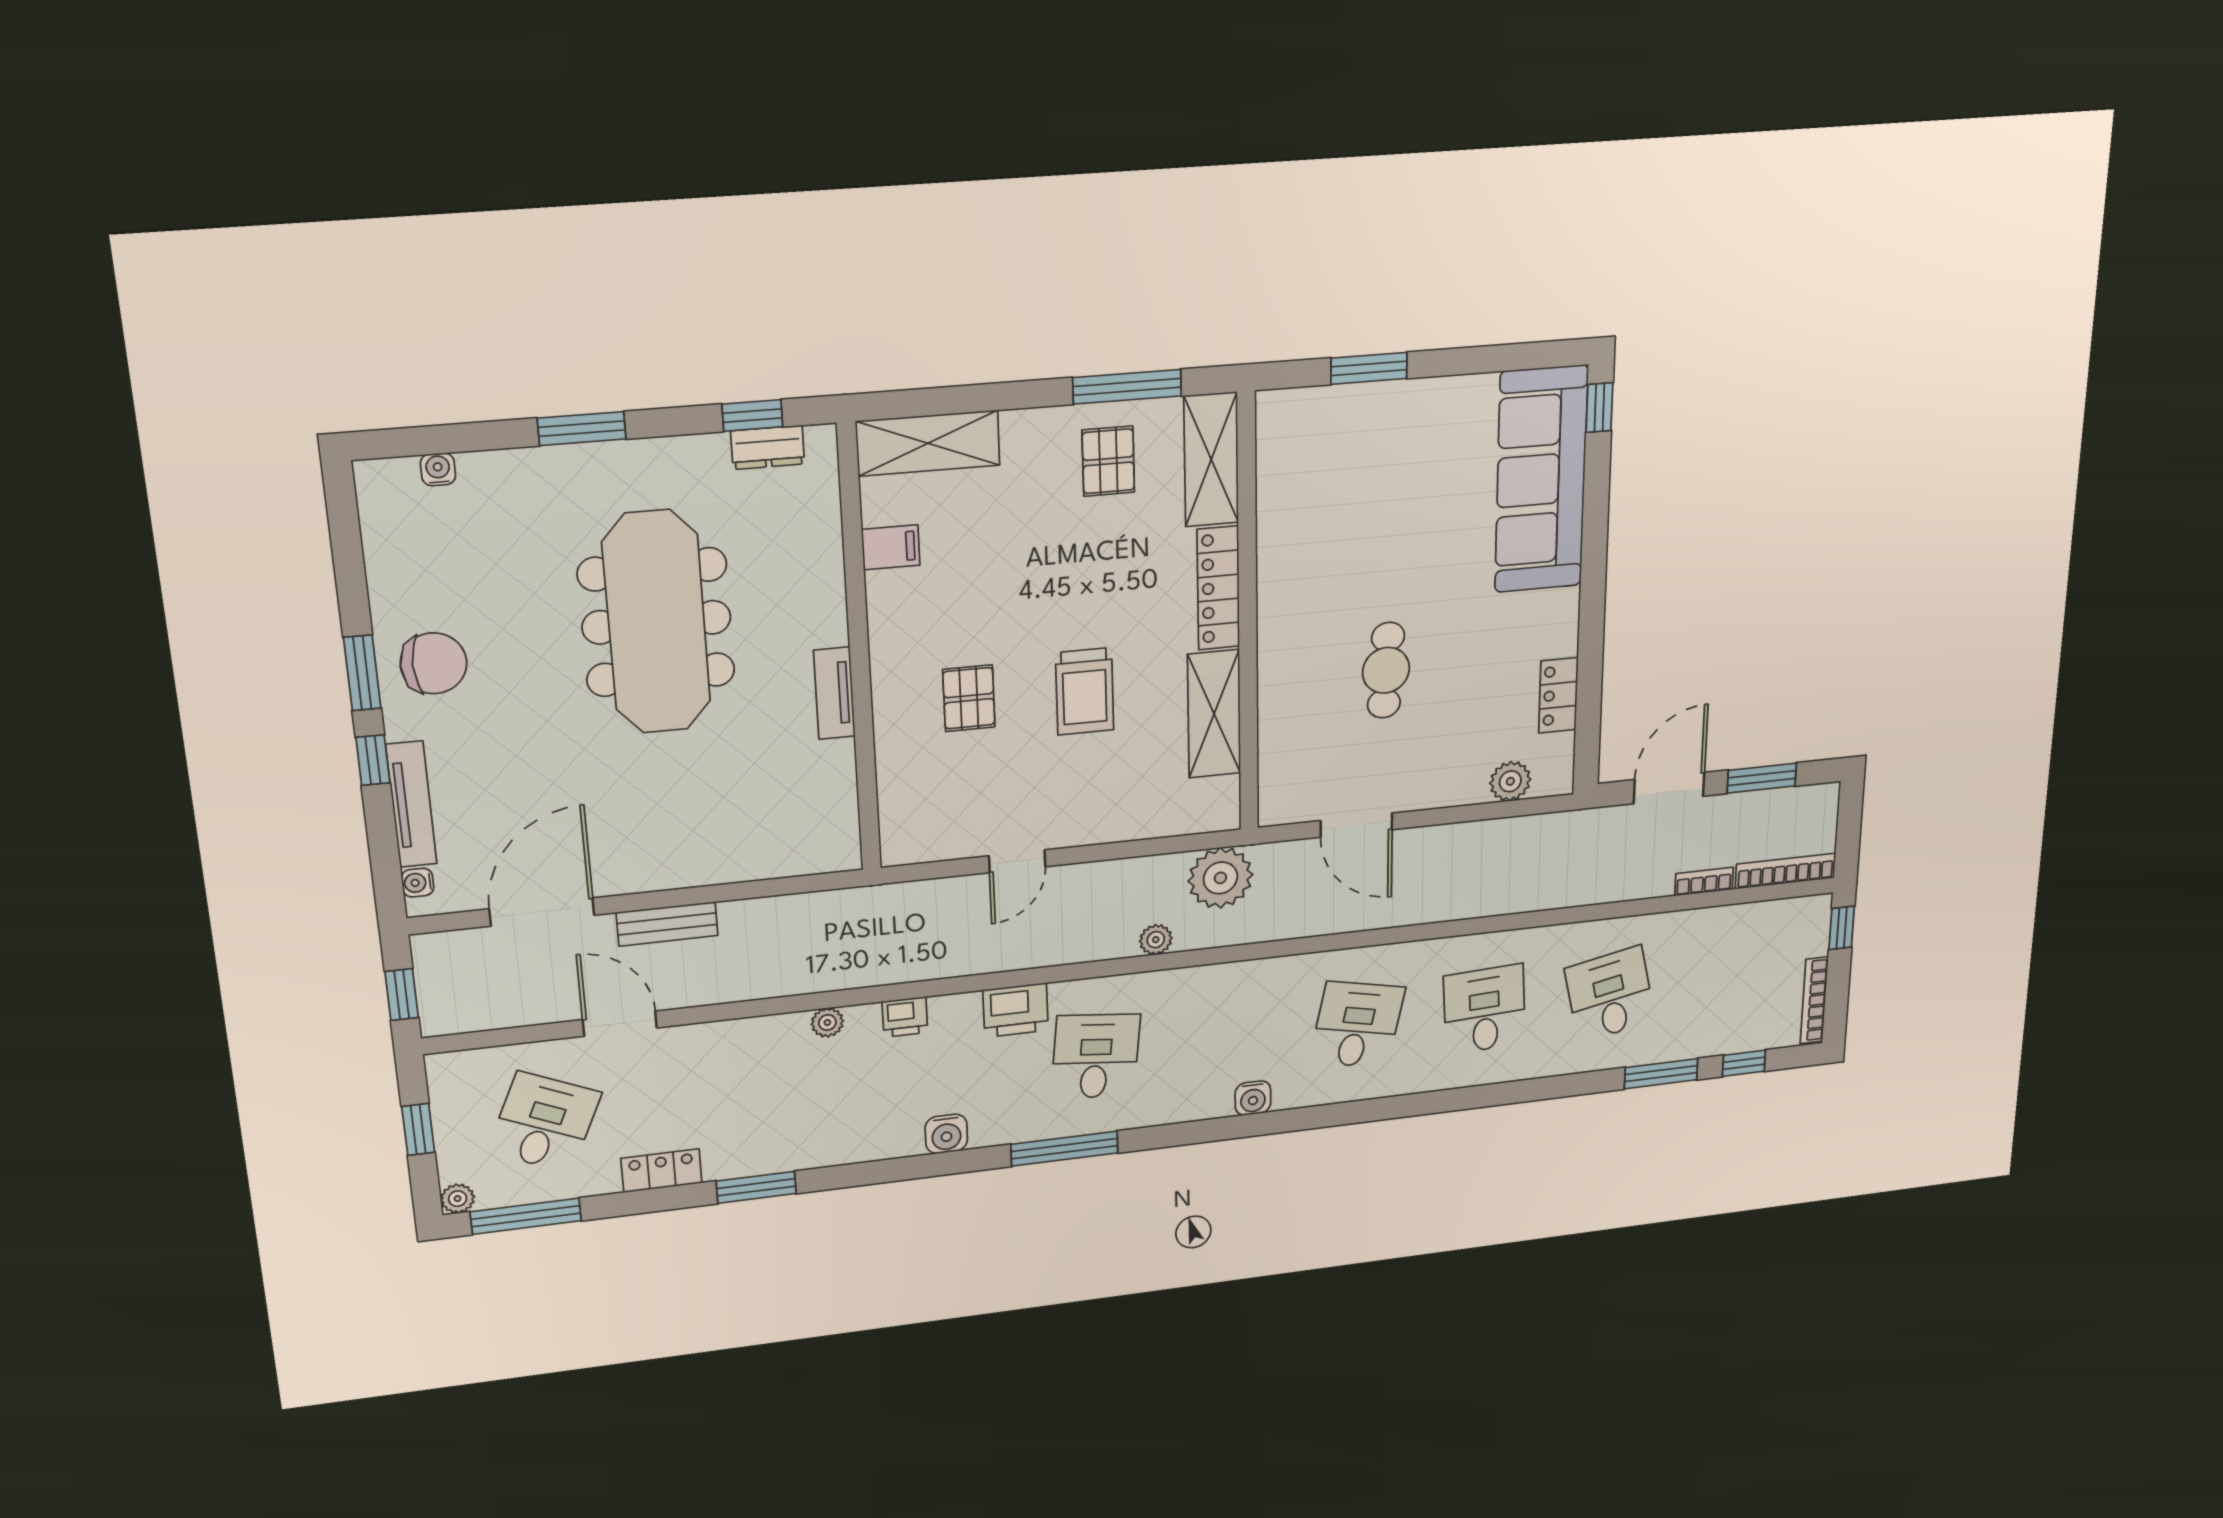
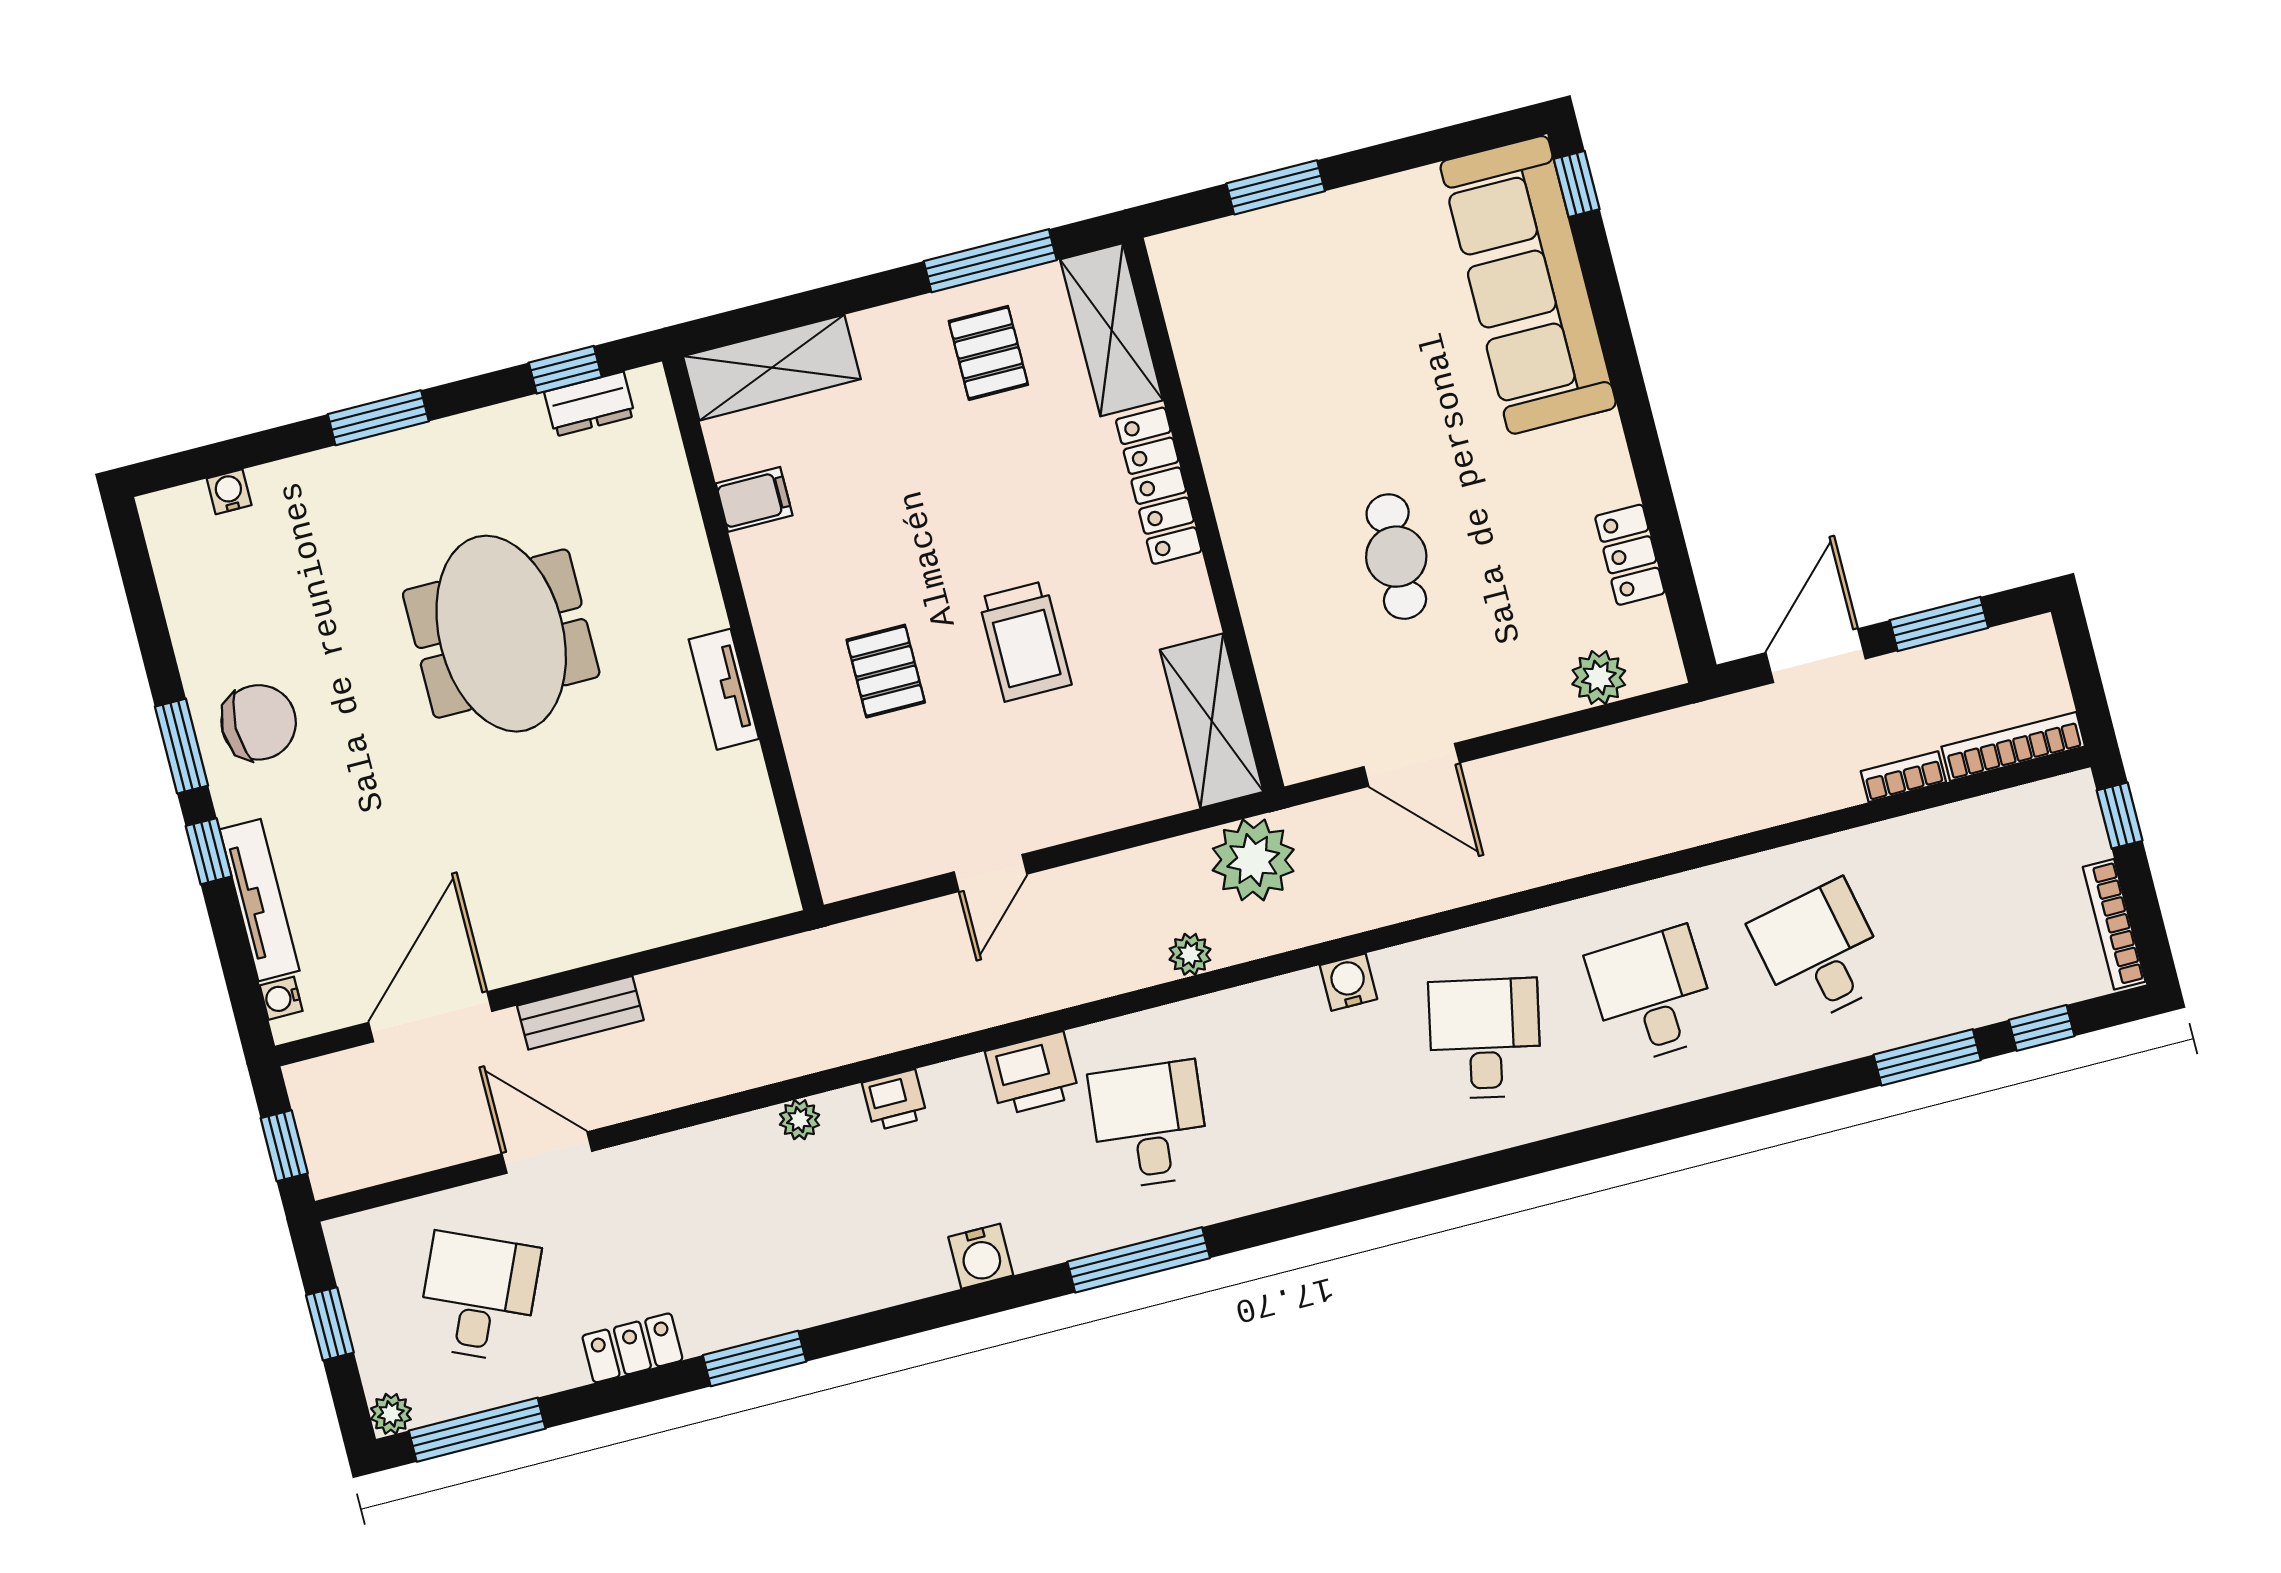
meeting table: (657, 622) -> (501, 634), width x0.73
shelving: (1214, 714) -> (1212, 721), moved
water cooler: (1253, 1098) -> (1349, 982), moved, turned 180

